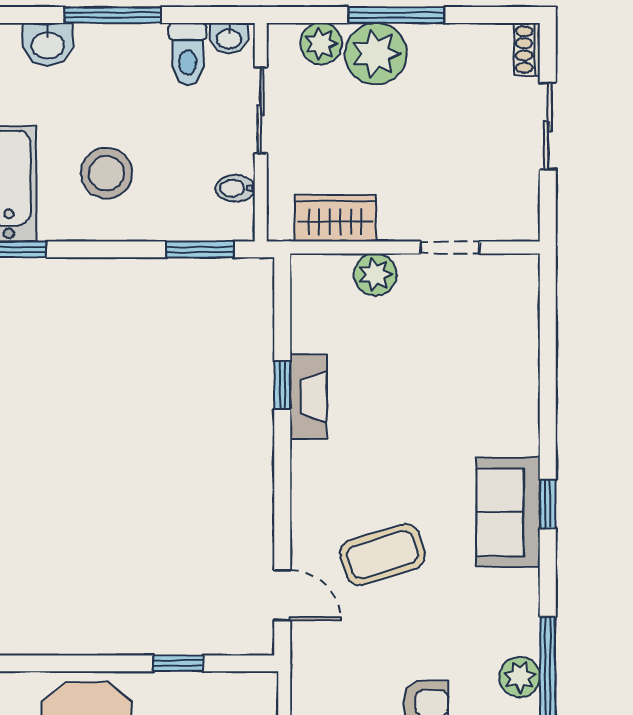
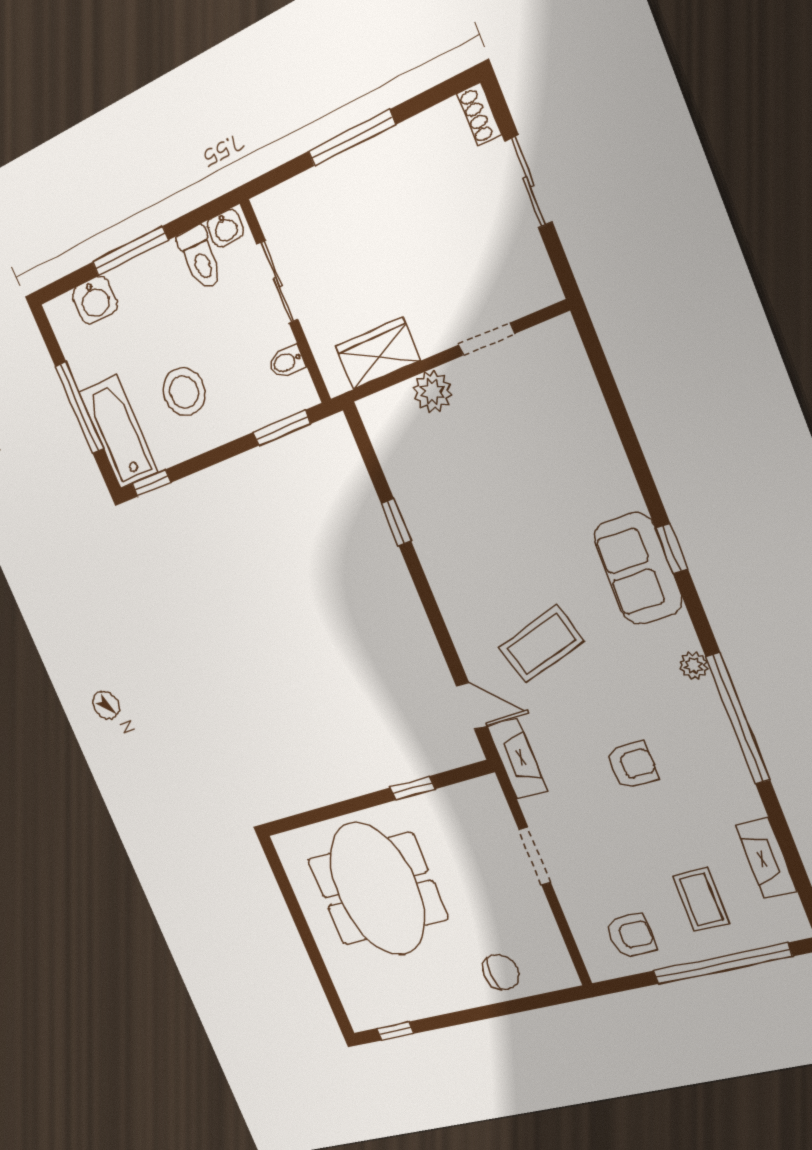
plant: (321, 44) -> (300, 197), removed
plant: (376, 54) -> (349, 184), removed
fireplace: (308, 397) -> (517, 759), moved
plant: (520, 677) -> (694, 666), moved, width x0.73, depth x0.73

